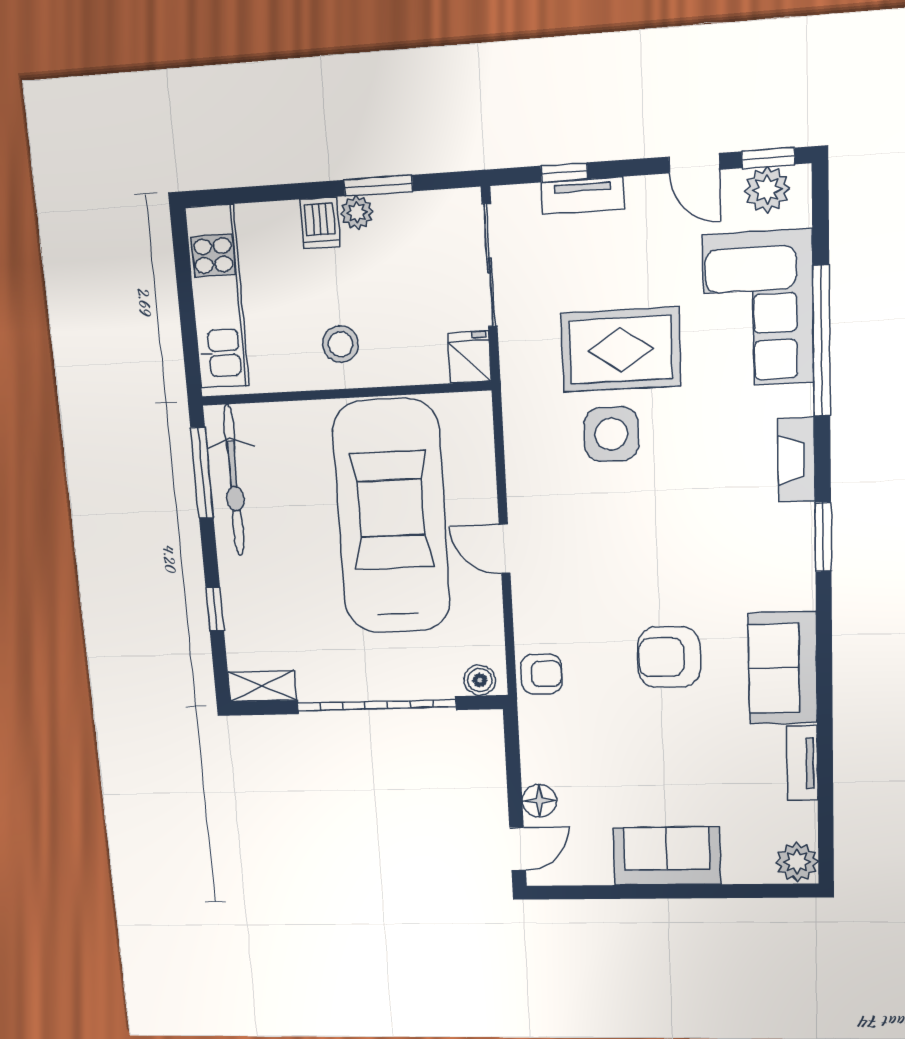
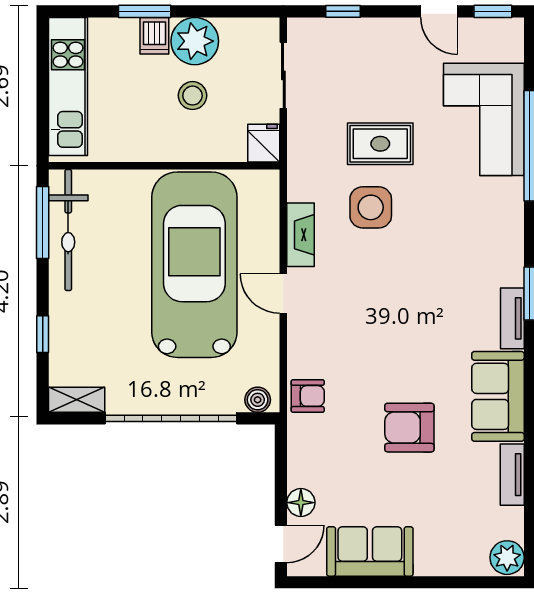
window: (378, 186) -> (145, 11), moved
plant: (767, 190) -> (492, 34), removed
tv unit: (583, 196) -> (512, 318), moved, turned 90
plant: (357, 213) -> (195, 41), width x1.88, depth x1.88
sliding door: (490, 265) -> (283, 75), width x0.73
stool: (341, 344) -> (193, 96), moved
rug: (621, 350) -> (380, 144), width x0.73, depth x0.70
fireplace: (796, 460) -> (301, 235), moved, turned 180
armchair: (669, 657) -> (409, 428), moved
sofa: (667, 856) -> (370, 551), moved

